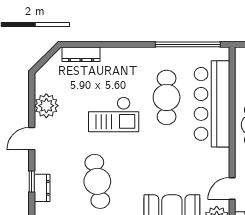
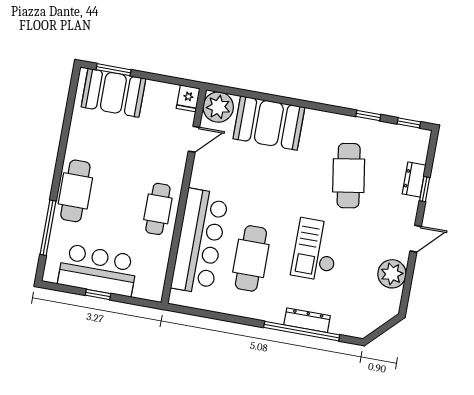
window: (188, 44) -> (302, 331), moved
dresser: (81, 54) -> (307, 320), moved
checkout: (114, 114) -> (316, 250), turned -90

